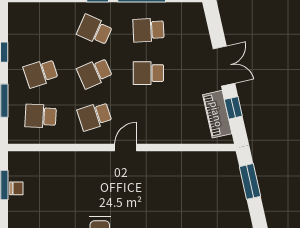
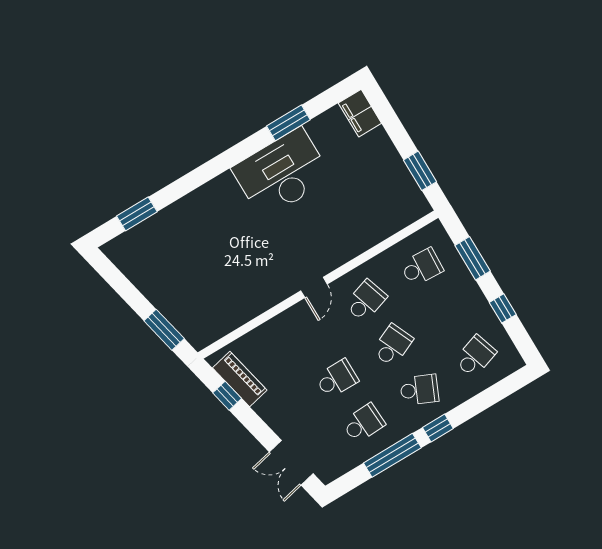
double door: (224, 66) -> (291, 463), moved
school desk: (41, 73) -> (475, 356), moved
chair: (16, 188) -> (402, 177), removed

